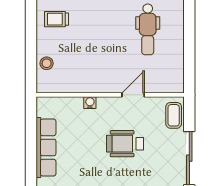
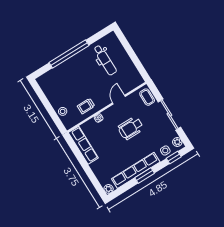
trolley: (57, 19) -> (86, 106), moved
row of seats: (46, 147) -> (83, 145), moved

